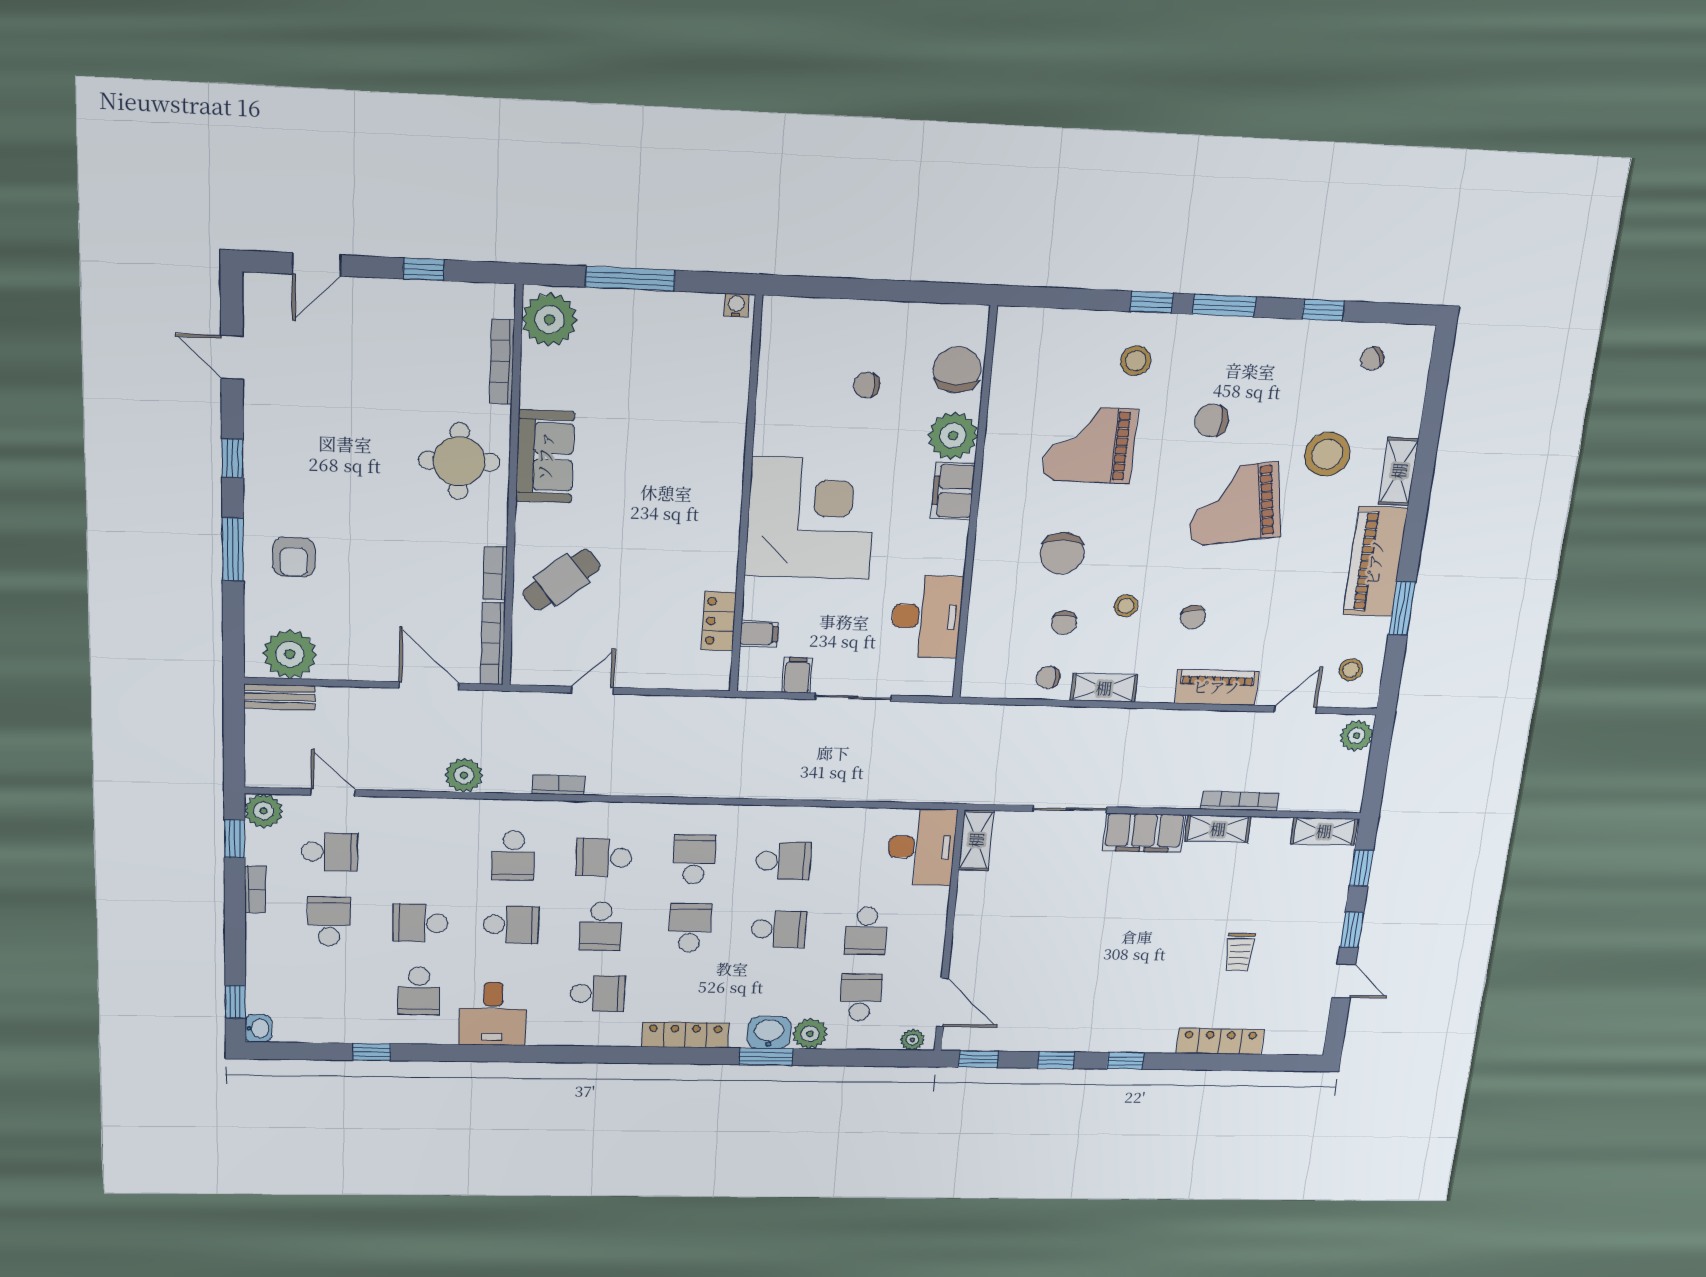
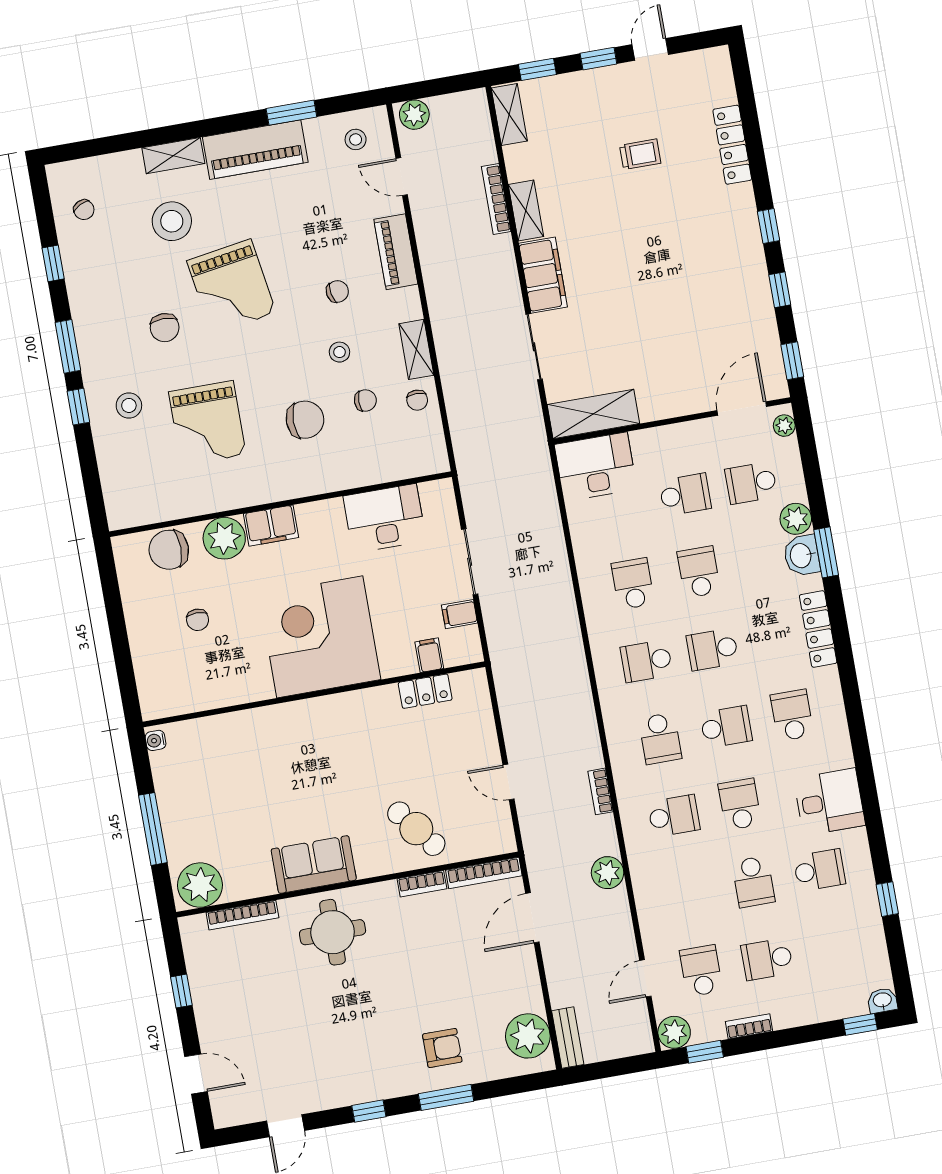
shelving: (976, 840) -> (593, 414), width x1.50, depth x1.33

